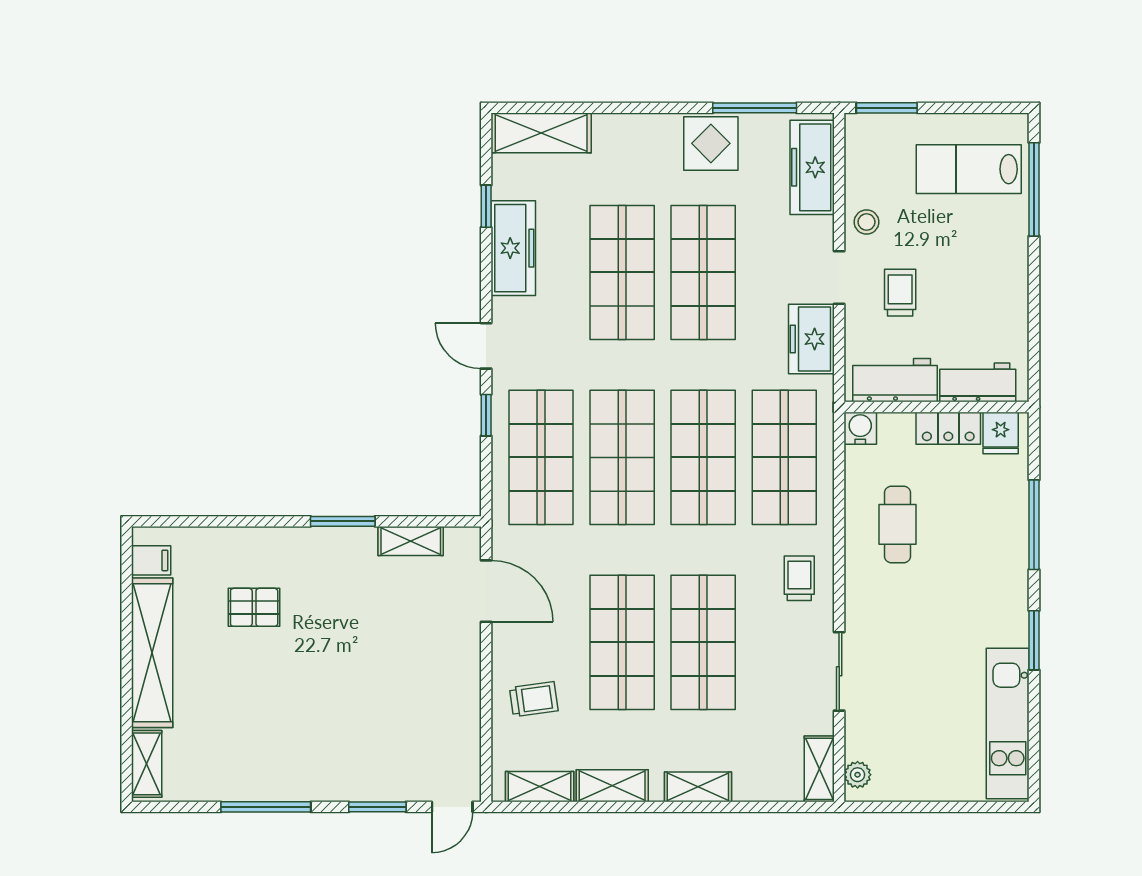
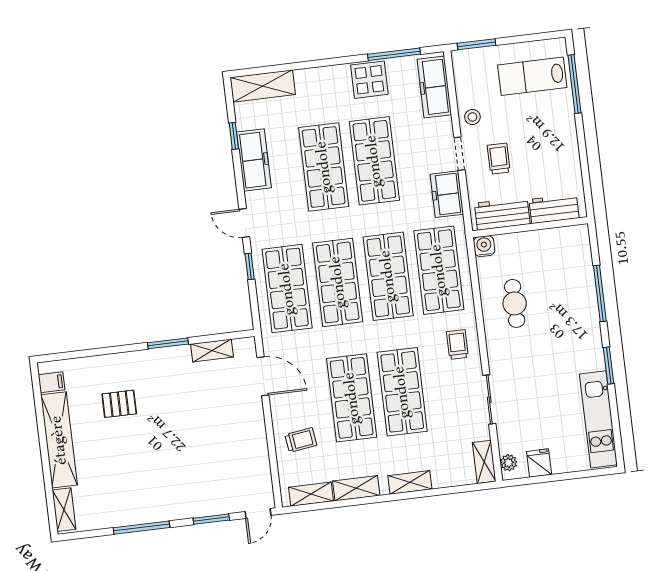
locker: (948, 428) -> (539, 240), removed
fridge: (1001, 433) -> (539, 463), moved, turned 180

